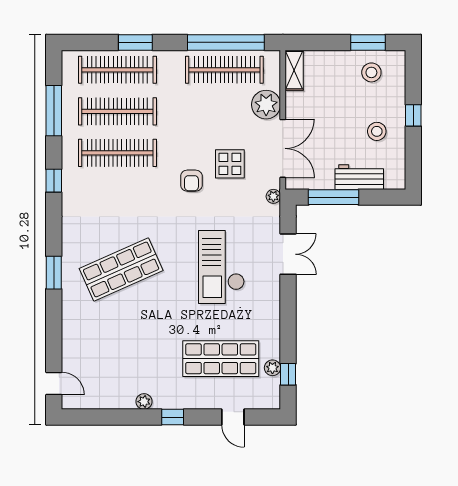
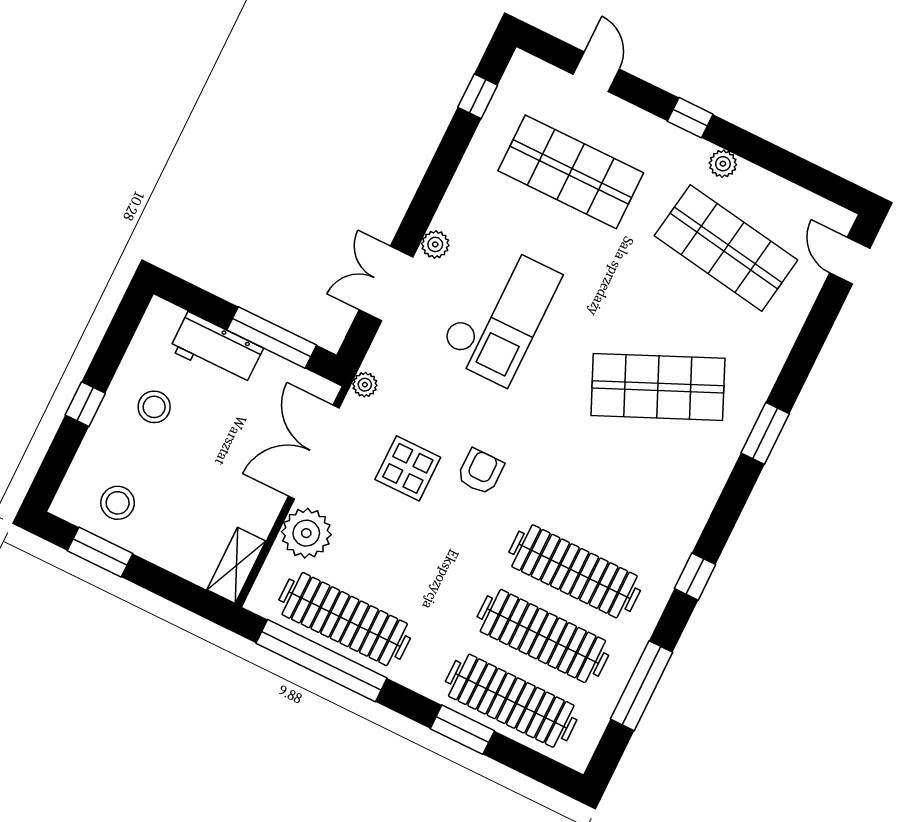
shop shelf: (121, 359) -> (726, 248), added
plant: (272, 368) -> (435, 244), moved

